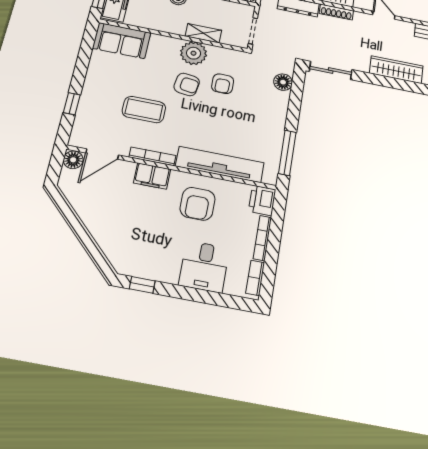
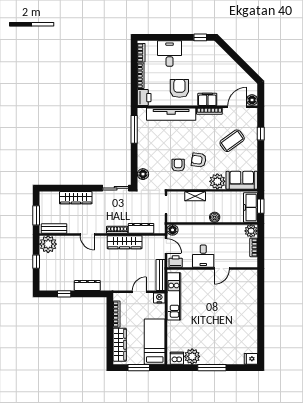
plant: (193, 53) -> (217, 181), moved
coffee table: (144, 110) -> (232, 141), moved, turned -36

